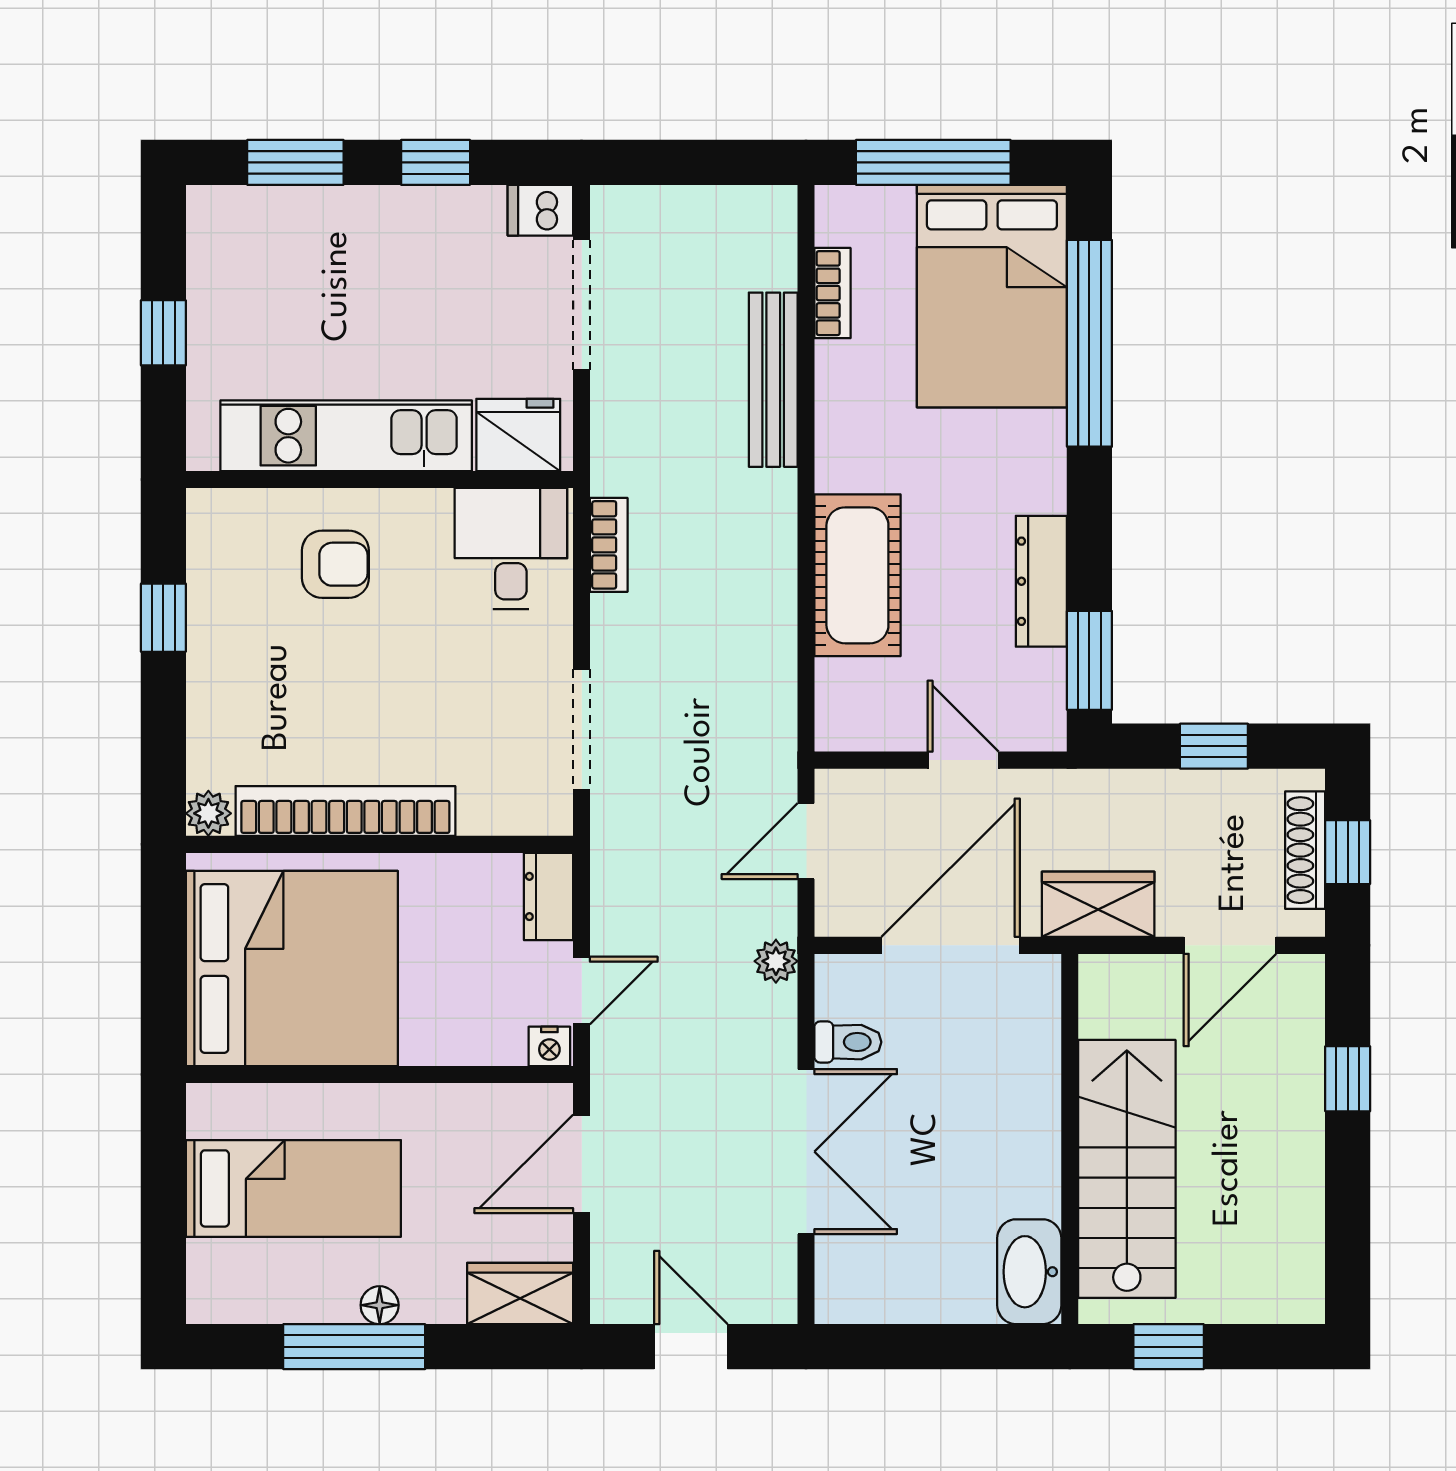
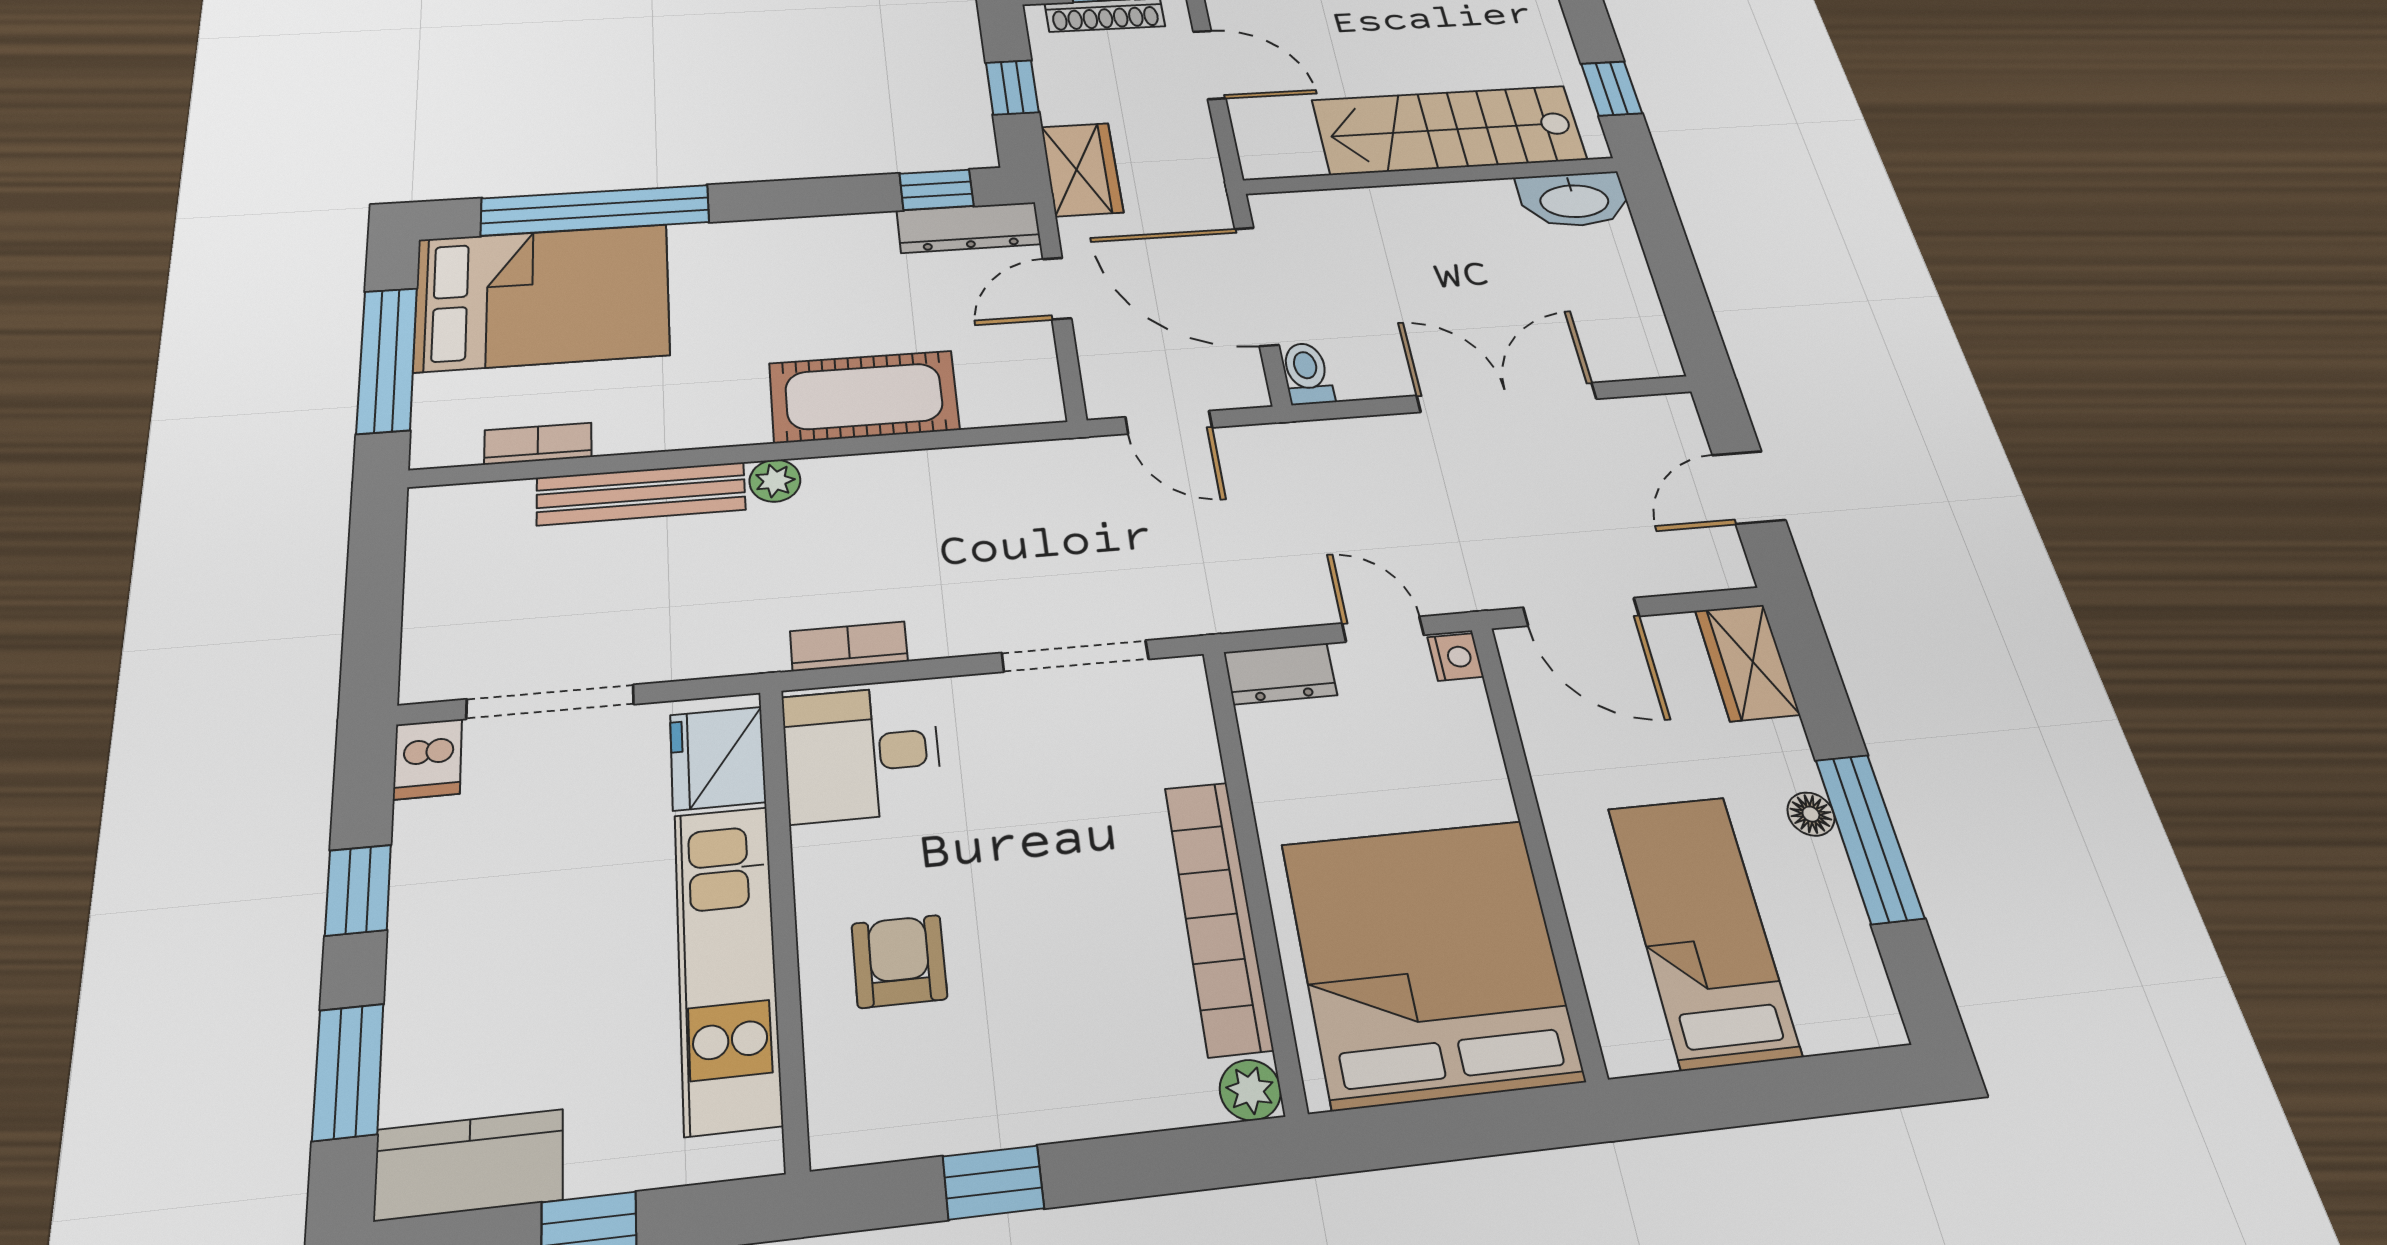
kitchen counter: (218, 250) -> (469, 1165), added
dresser: (1041, 581) -> (969, 227), moved
window: (1089, 660) -> (936, 190), width x0.67
wardrobe: (1098, 904) -> (1082, 169), moved, turned 180
plant: (776, 961) -> (775, 481), moved
toilet: (848, 1042) -> (1307, 374), moved

